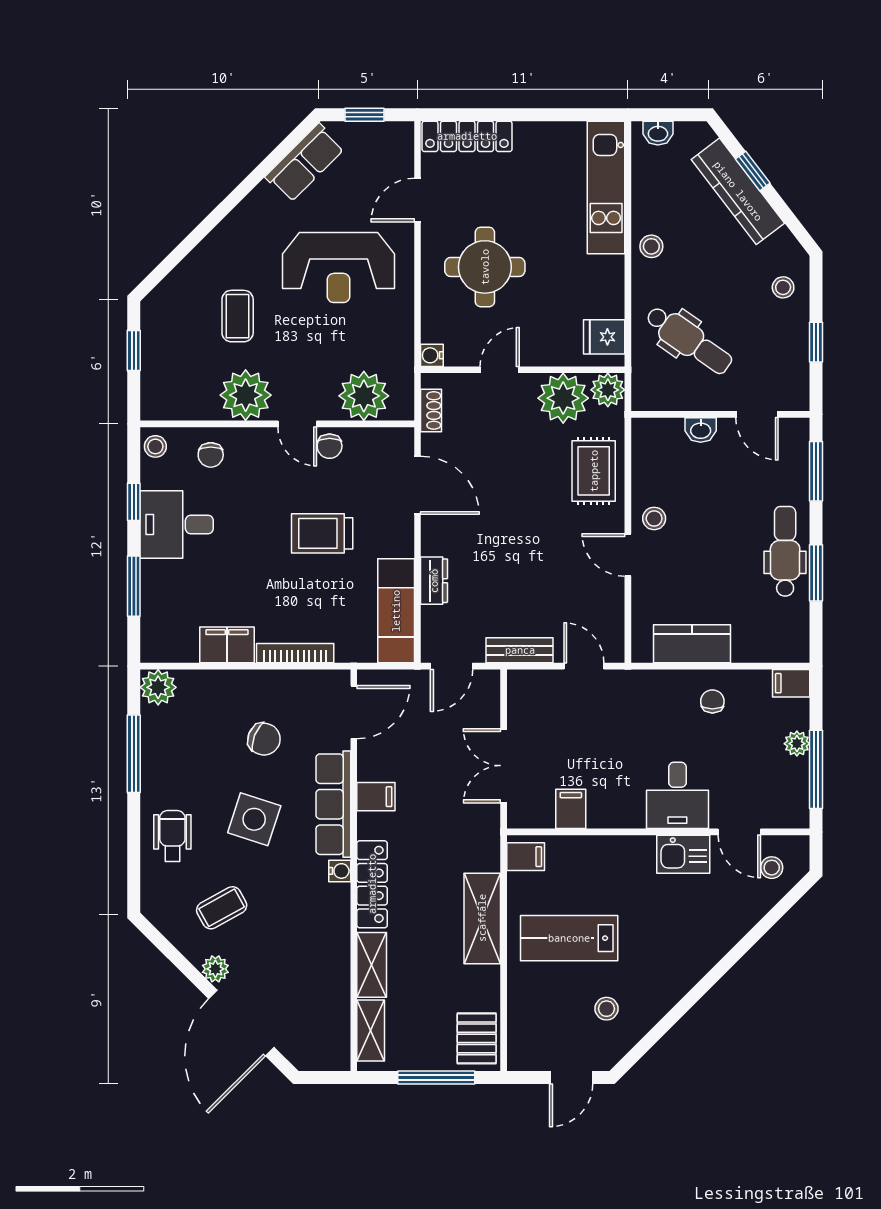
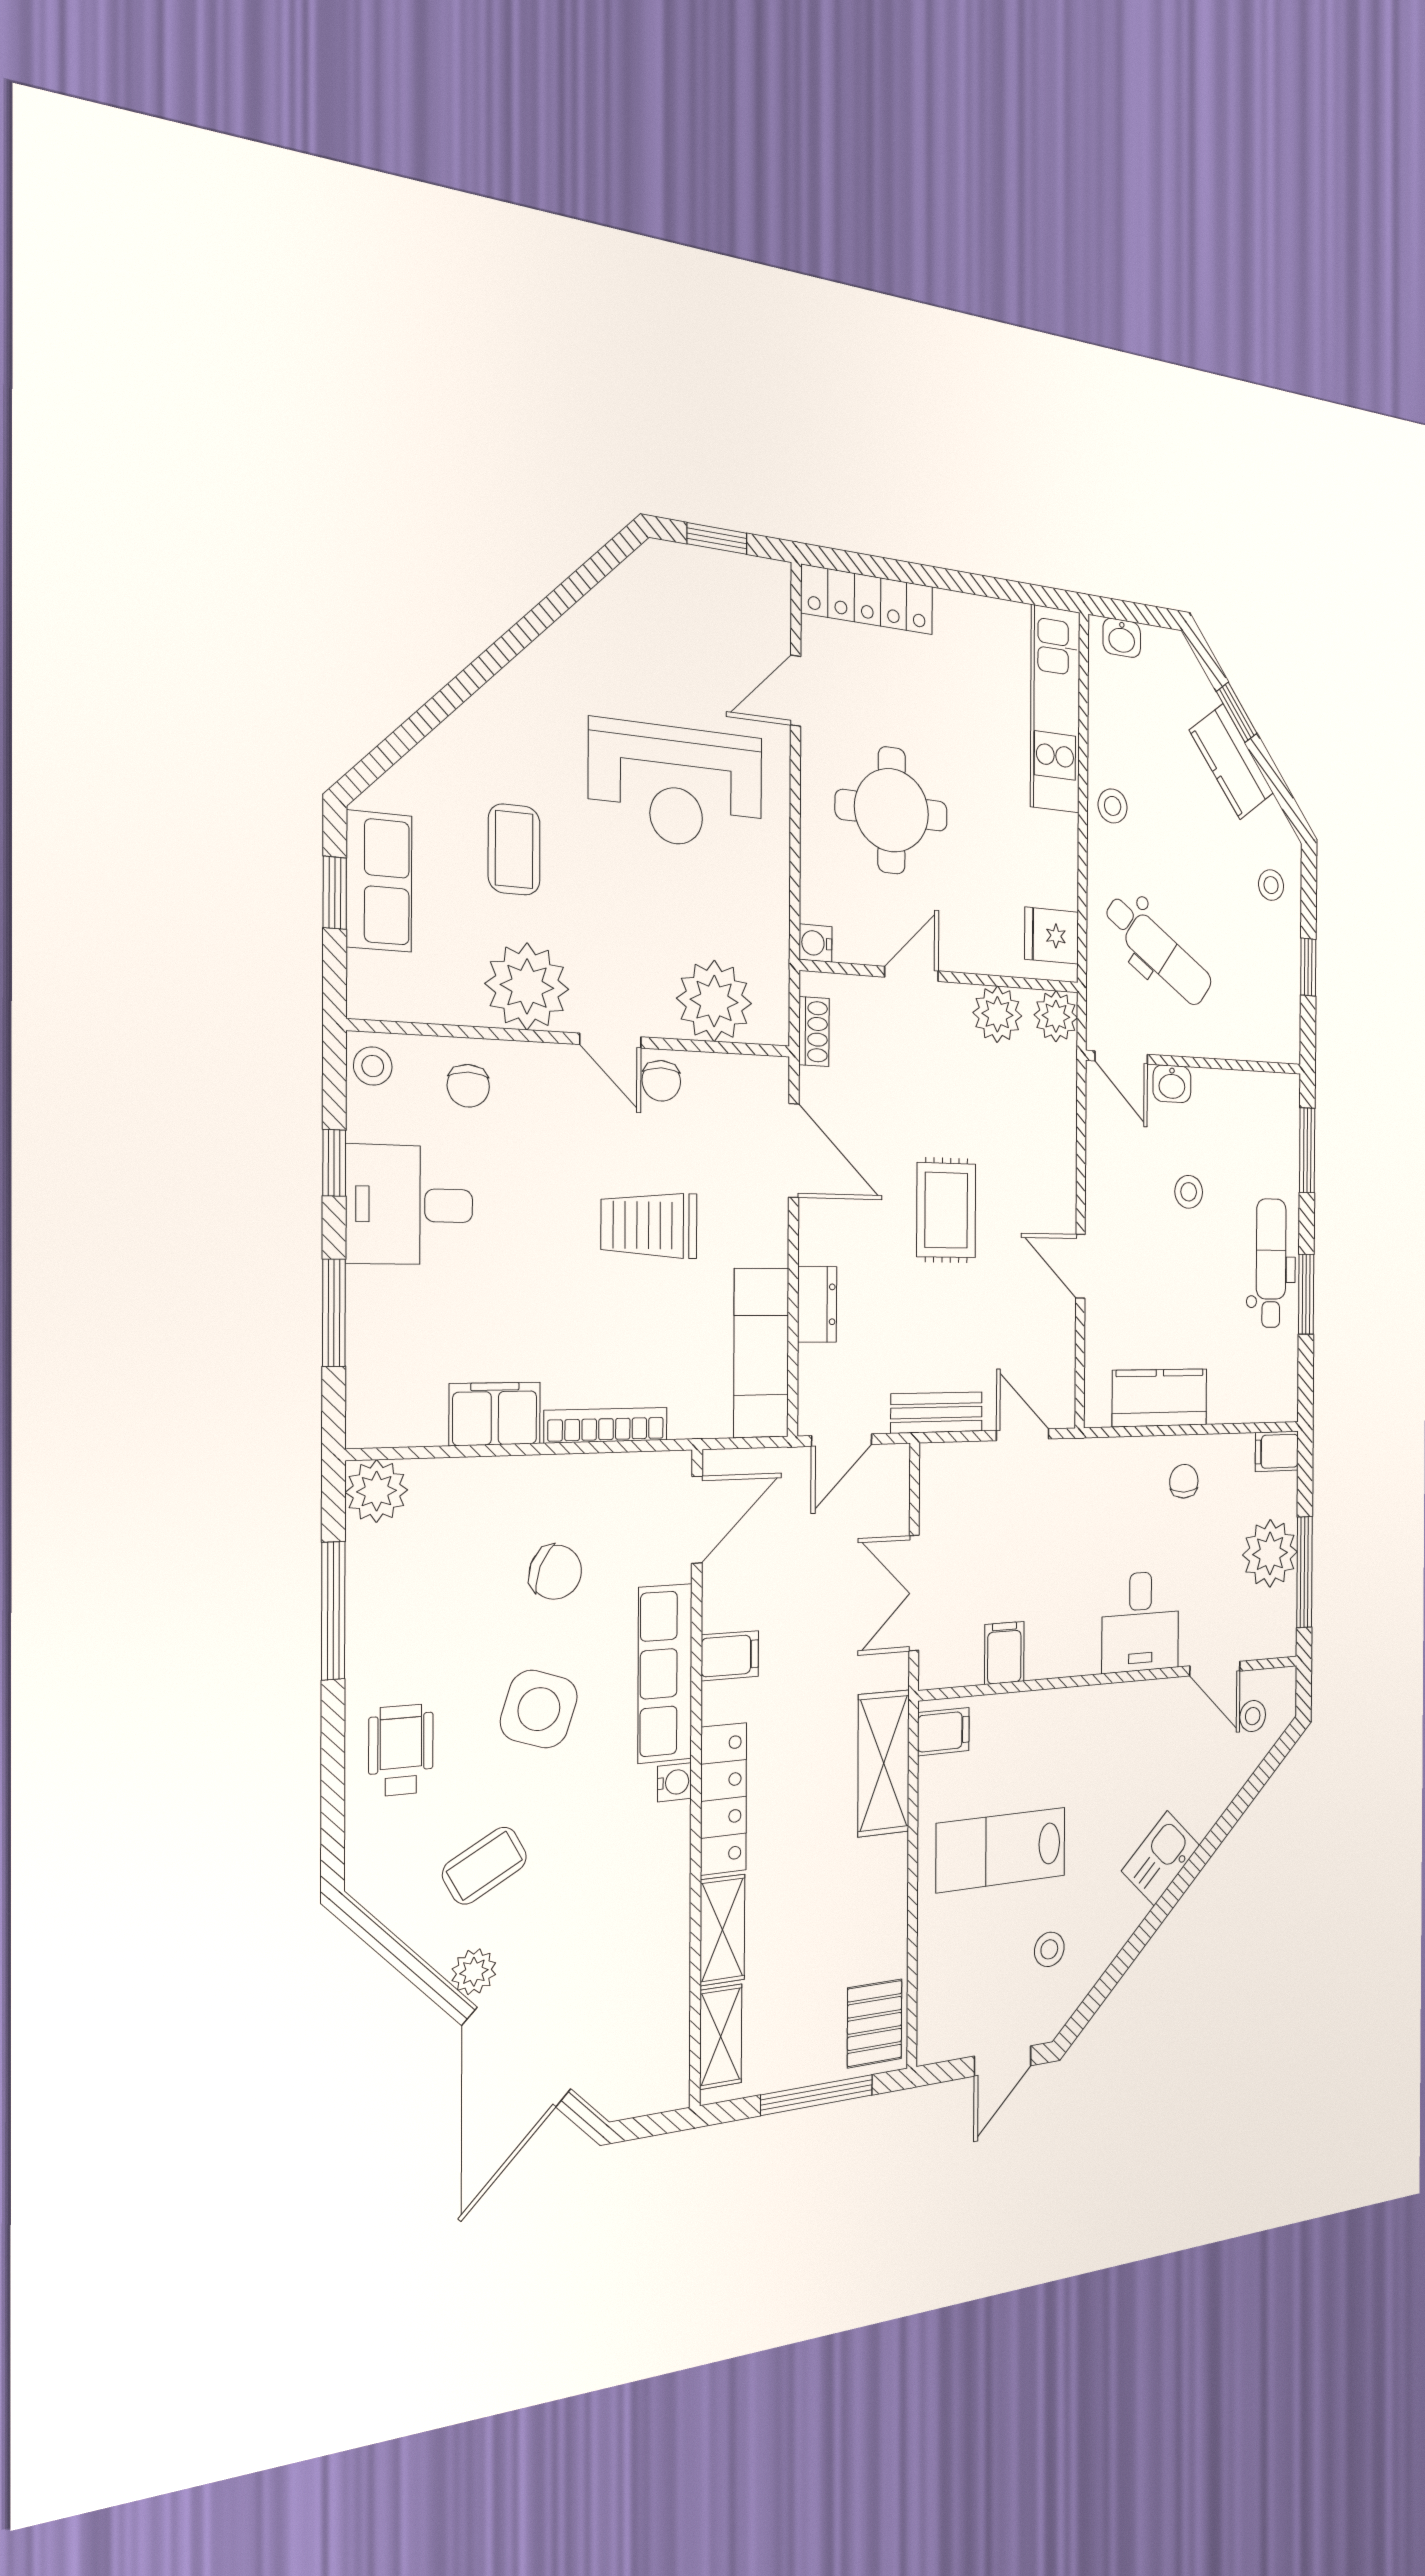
row of seats: (305, 163) -> (379, 881), moved, turned -45
kitchen counter: (738, 191) -> (1232, 762), width x0.67
plant: (563, 398) -> (997, 1014), width x0.73, depth x0.73
door: (757, 414) -> (1121, 1058), moved
rug: (594, 471) -> (946, 1210), moved
stool: (654, 518) -> (1189, 1192), moved
plant: (797, 744) -> (1270, 1553), width x1.88, depth x1.88
kitchen sink: (683, 854) -> (1161, 1858), moved, turned 135
shelving: (482, 918) -> (884, 1763), moved

